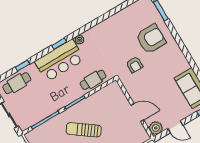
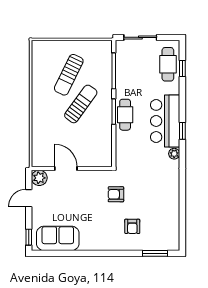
armchair: (151, 39) -> (132, 226), width x0.53, depth x0.53
window: (22, 65) -> (182, 69), moved
cafe table: (93, 80) -> (125, 115), moved
door: (137, 113) -> (66, 168), swing flipped

